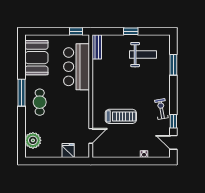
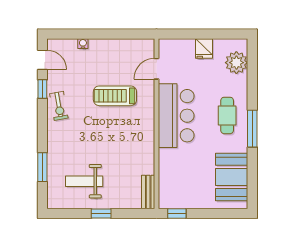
bar counter: (77, 67) -> (176, 116), moved
fridge: (68, 151) -> (204, 49), moved

